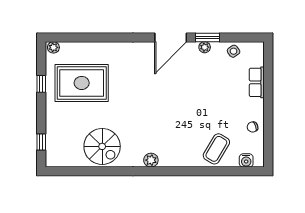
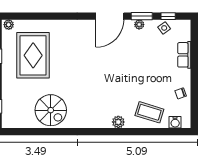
window: (238, 37) -> (168, 16), added
rug: (82, 83) -> (33, 55), turned 90
coffee table: (216, 149) -> (149, 112), turned 76
plant: (151, 160) -> (118, 122), moved

